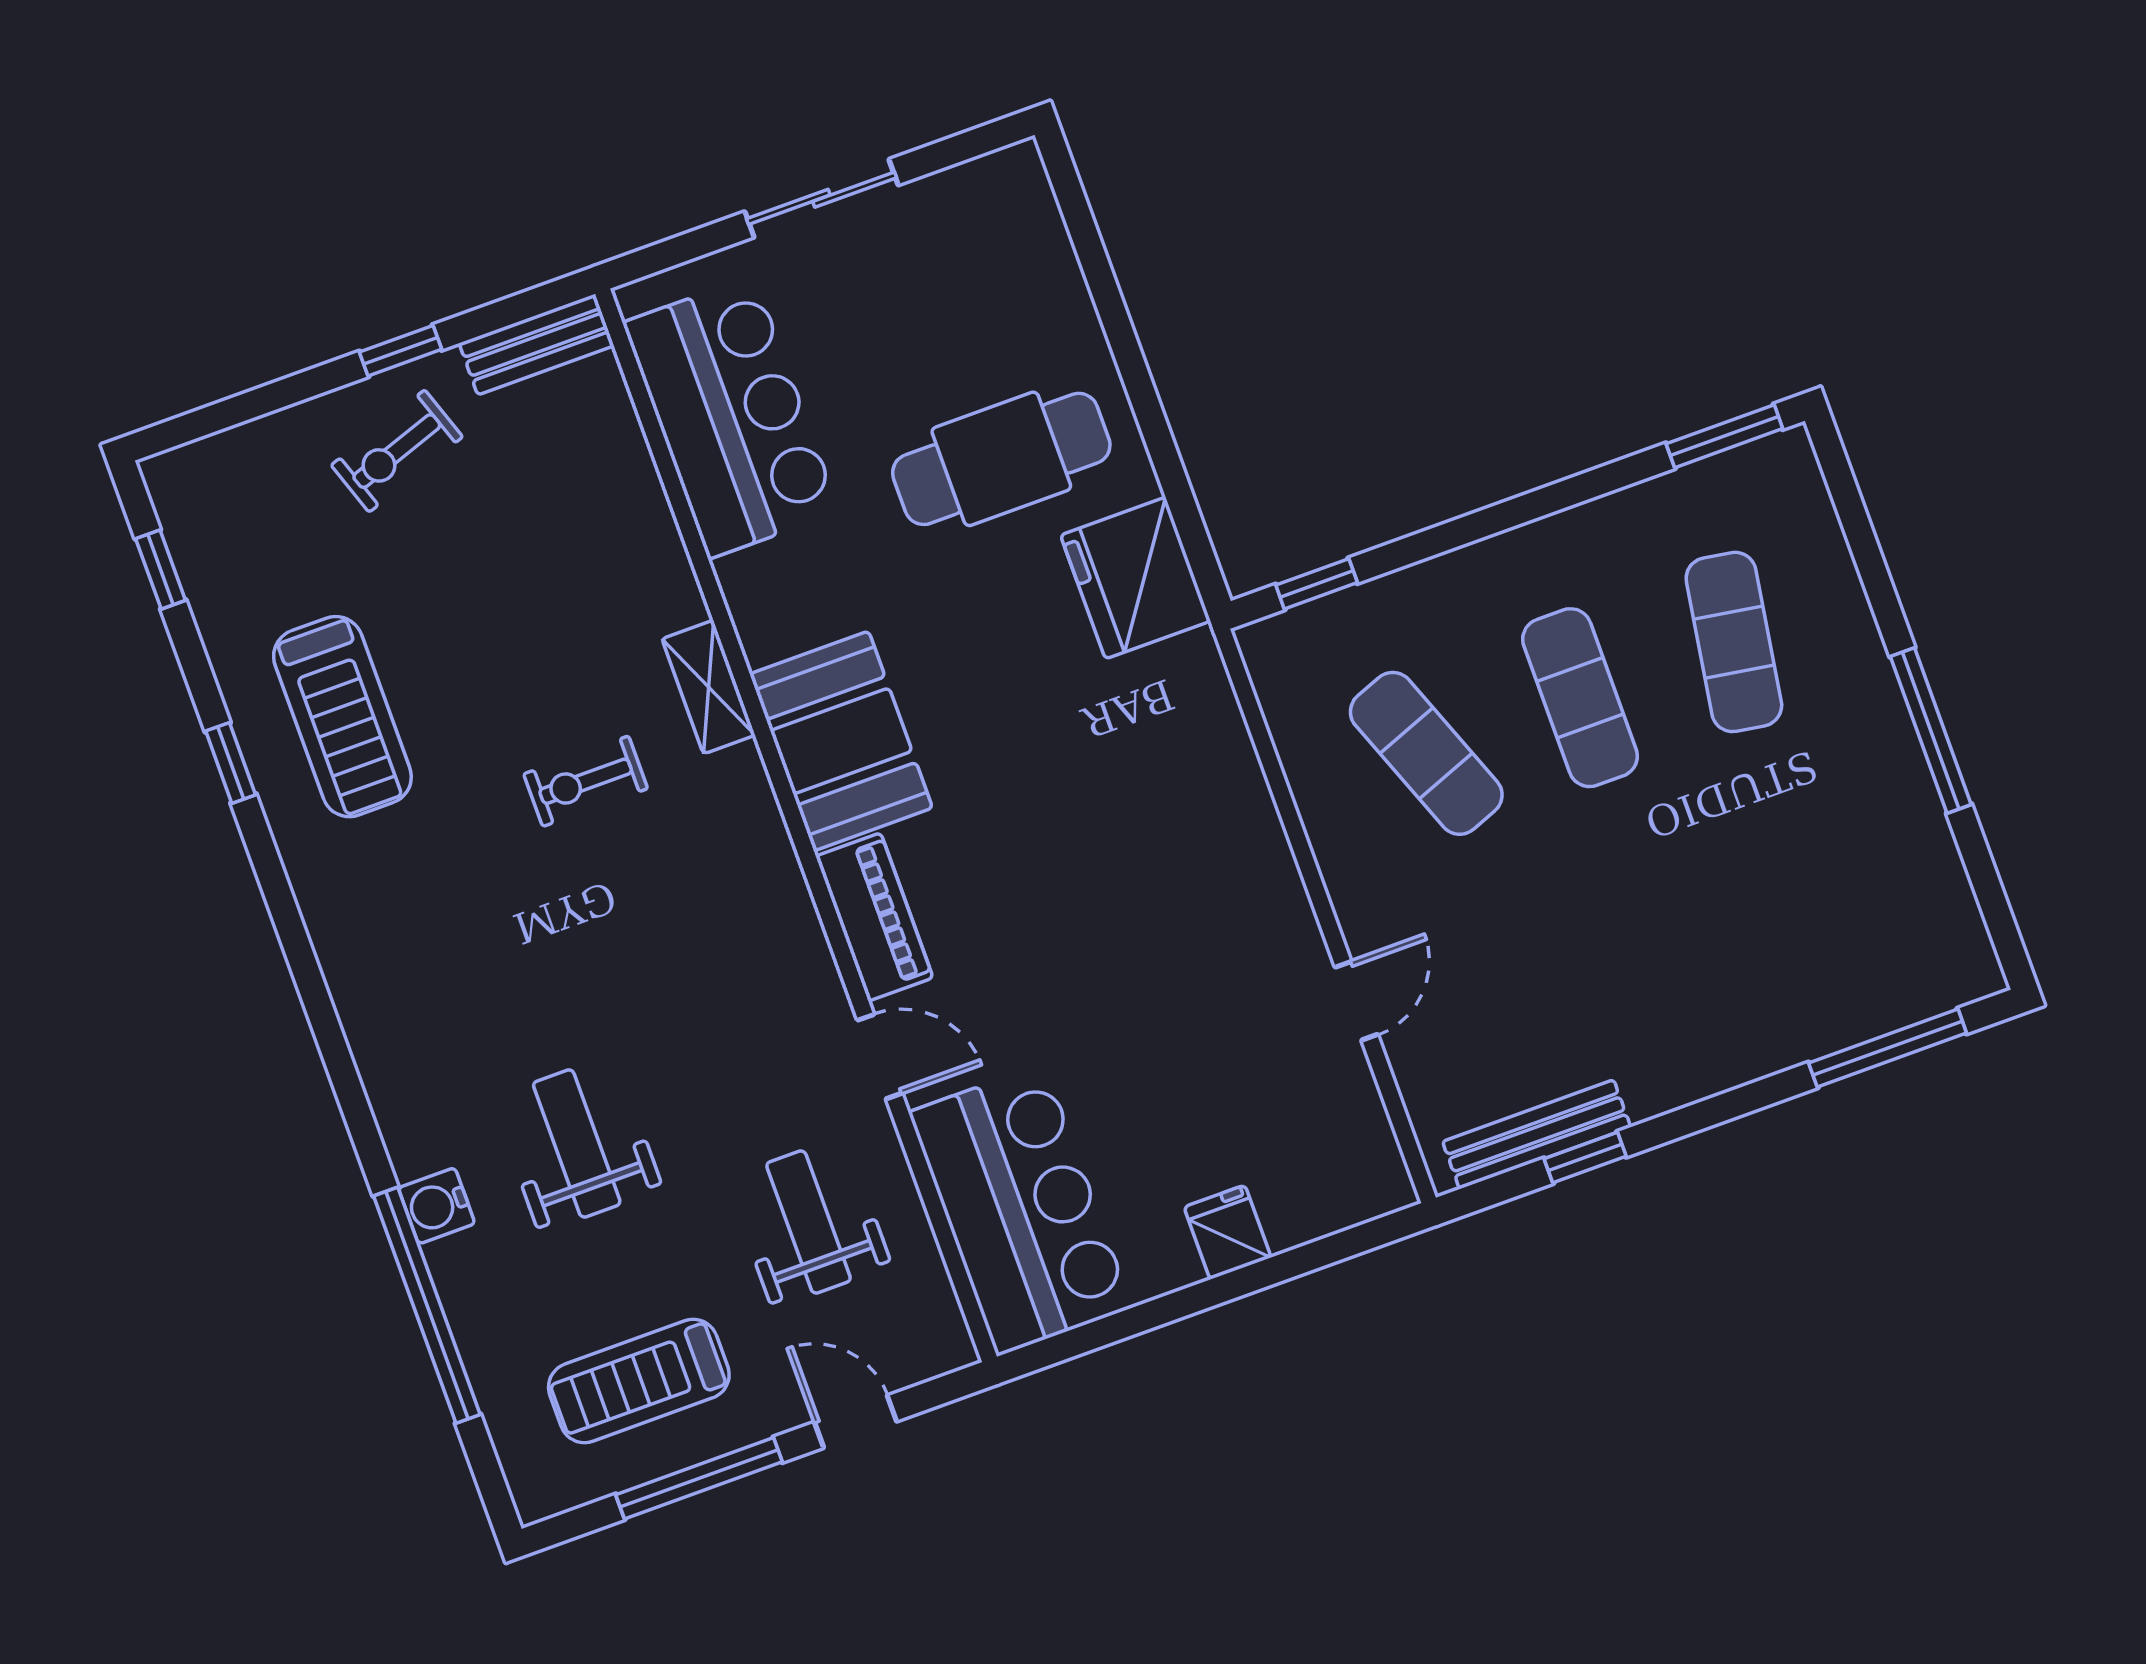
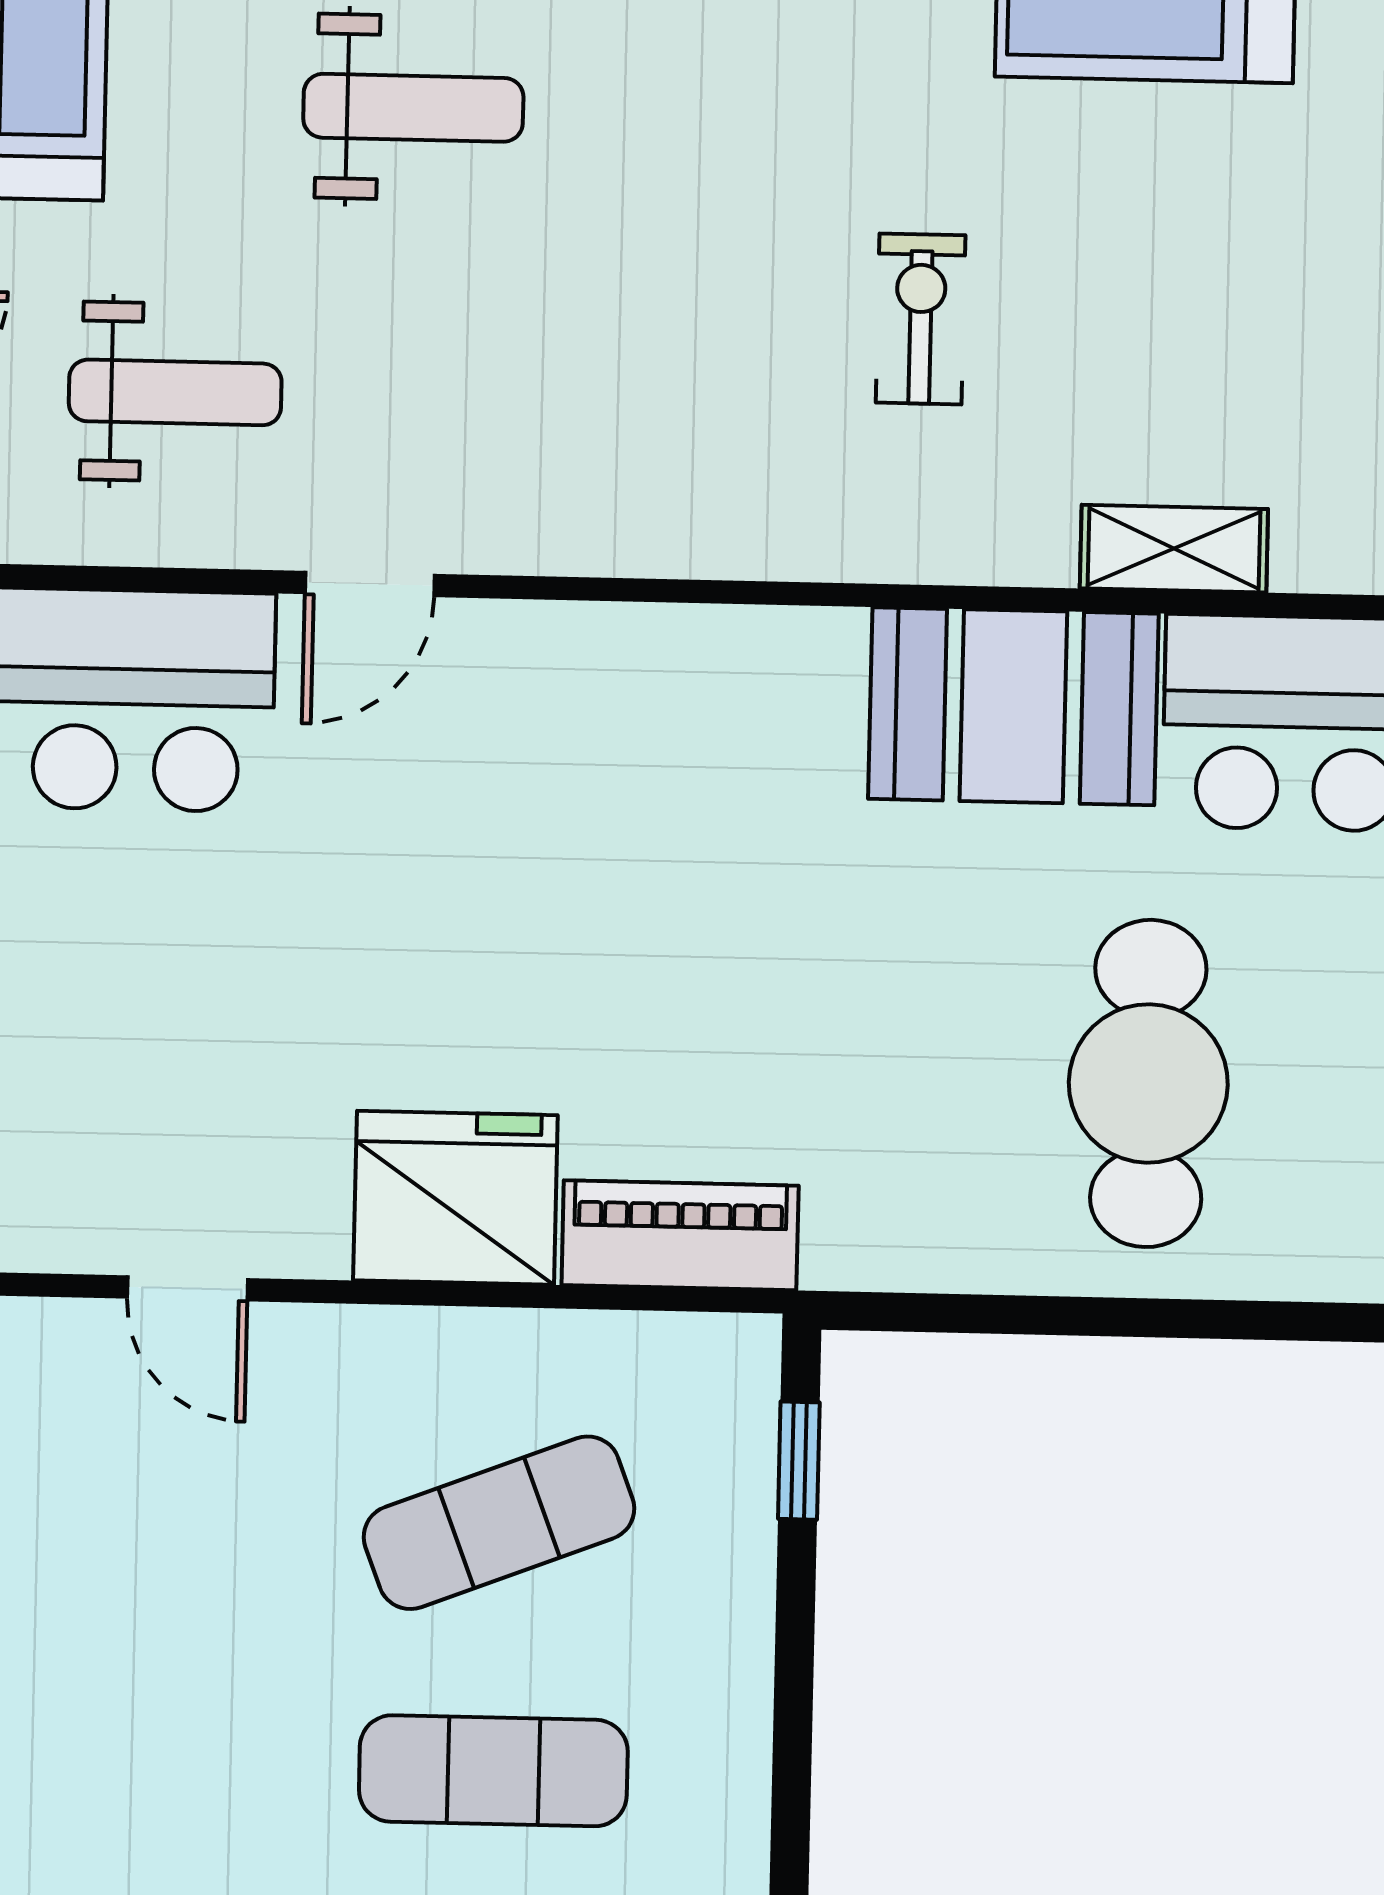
fridge: (1136, 578) -> (455, 1198), moved
shelving: (709, 687) -> (1174, 549), moved
booth: (841, 741) -> (1013, 706), moved
piano: (874, 917) -> (680, 1235), moved, turned 180

